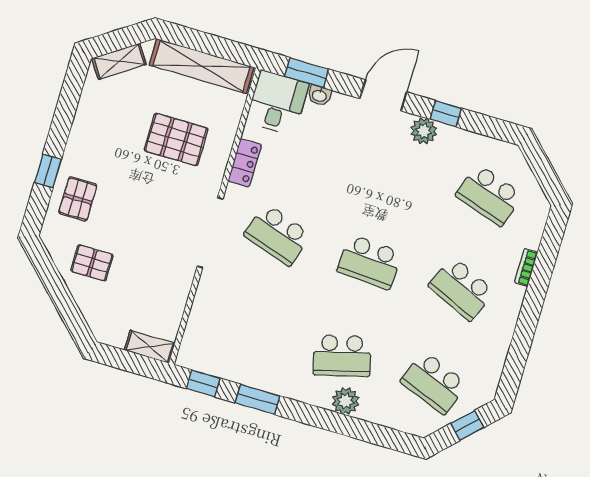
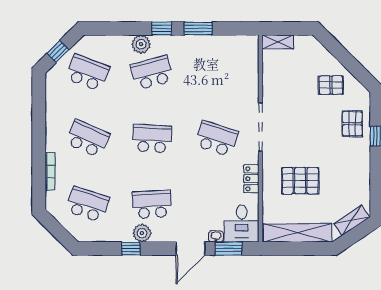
door: (383, 95) -> (190, 249), moved
school desk: (397, 168) -> (152, 204), added
bookcase: (526, 267) -> (50, 171), width x1.56
window: (203, 383) -> (162, 28), moved

